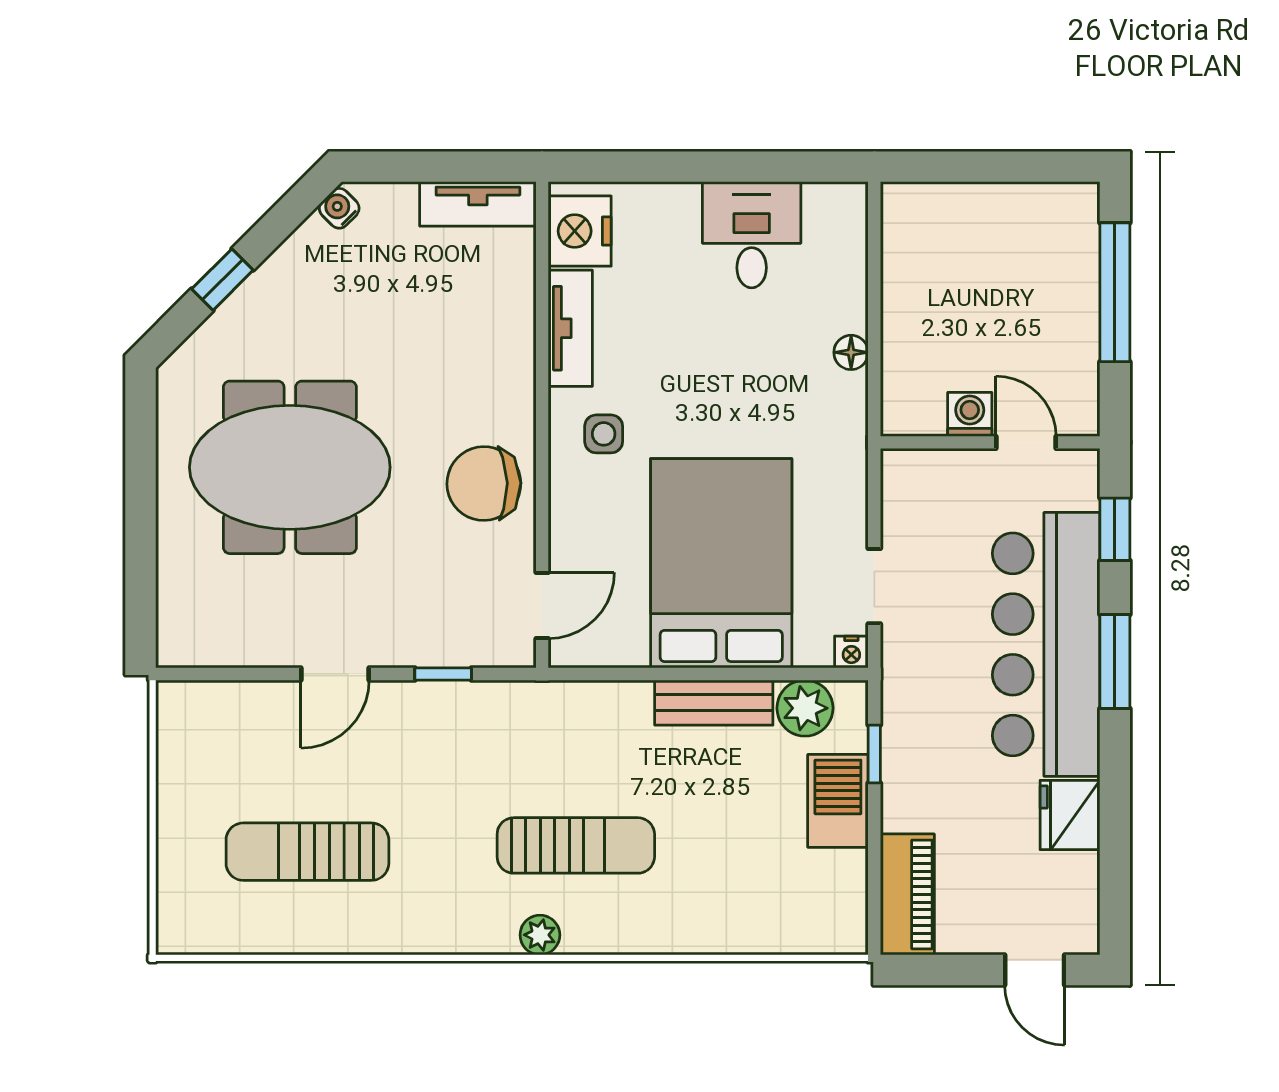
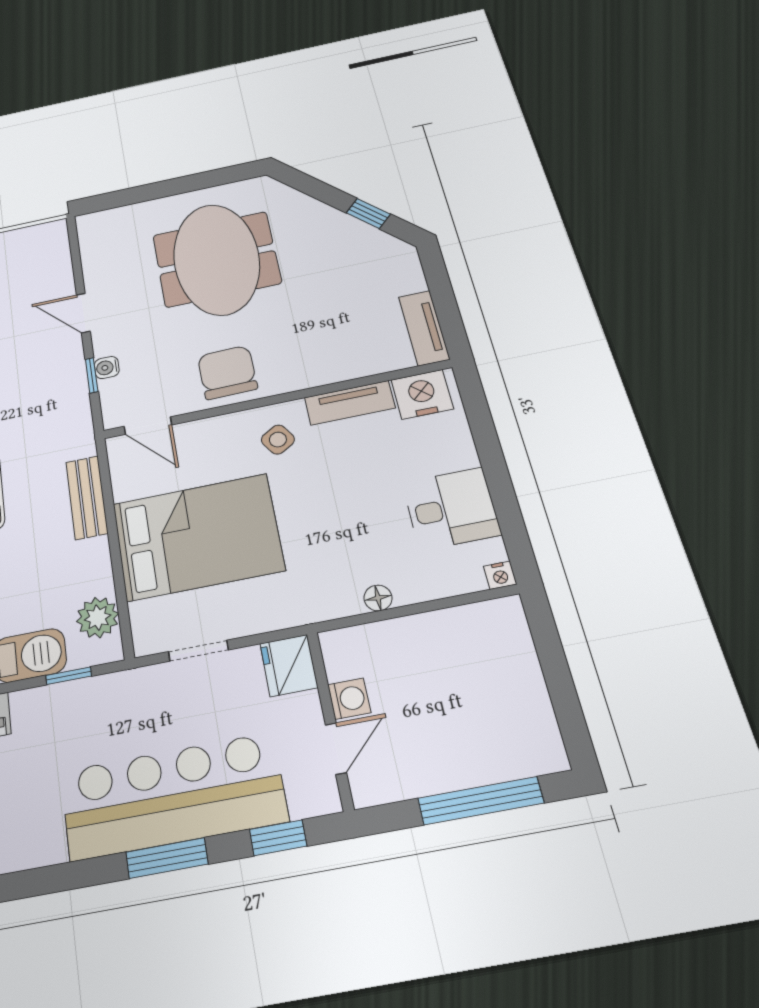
water cooler: (339, 208) -> (107, 367), moved, turned -135
window: (222, 280) -> (368, 214), moved
side table: (604, 434) -> (278, 440), turned -32
nightstand: (851, 652) -> (500, 575), moved, turned -90
bench: (714, 703) -> (87, 497), moved
fridge: (1070, 815) -> (289, 665), moved, turned -90

